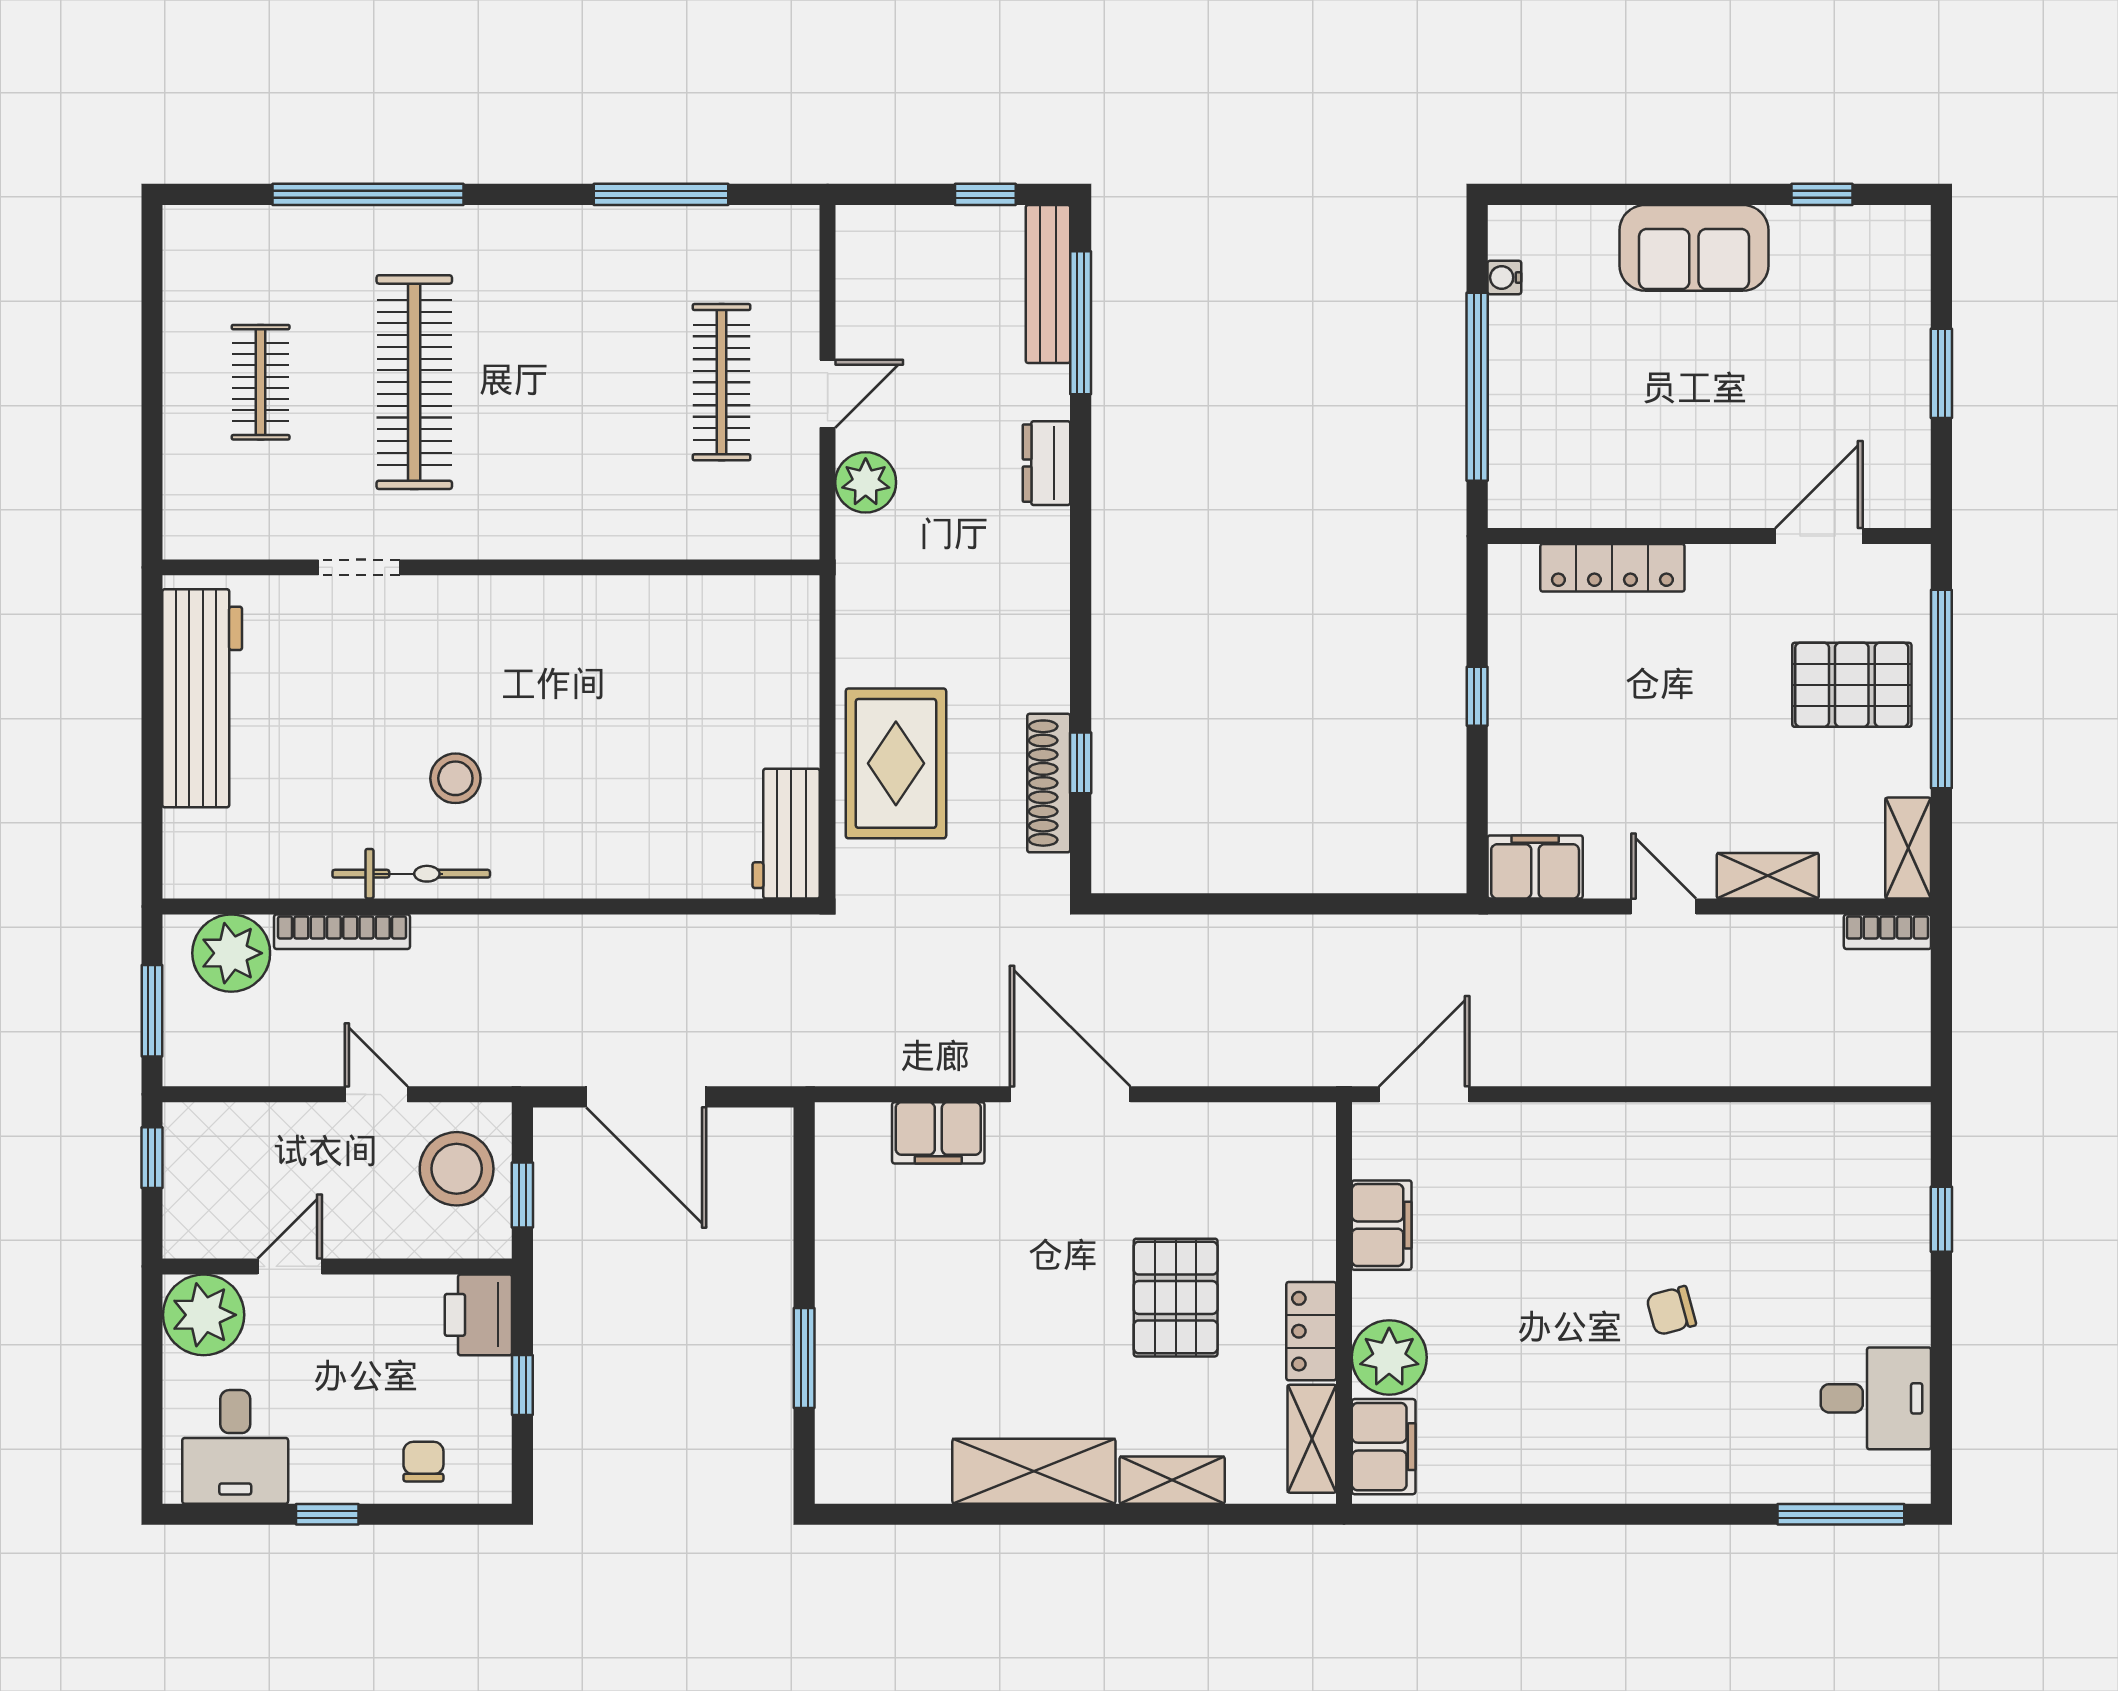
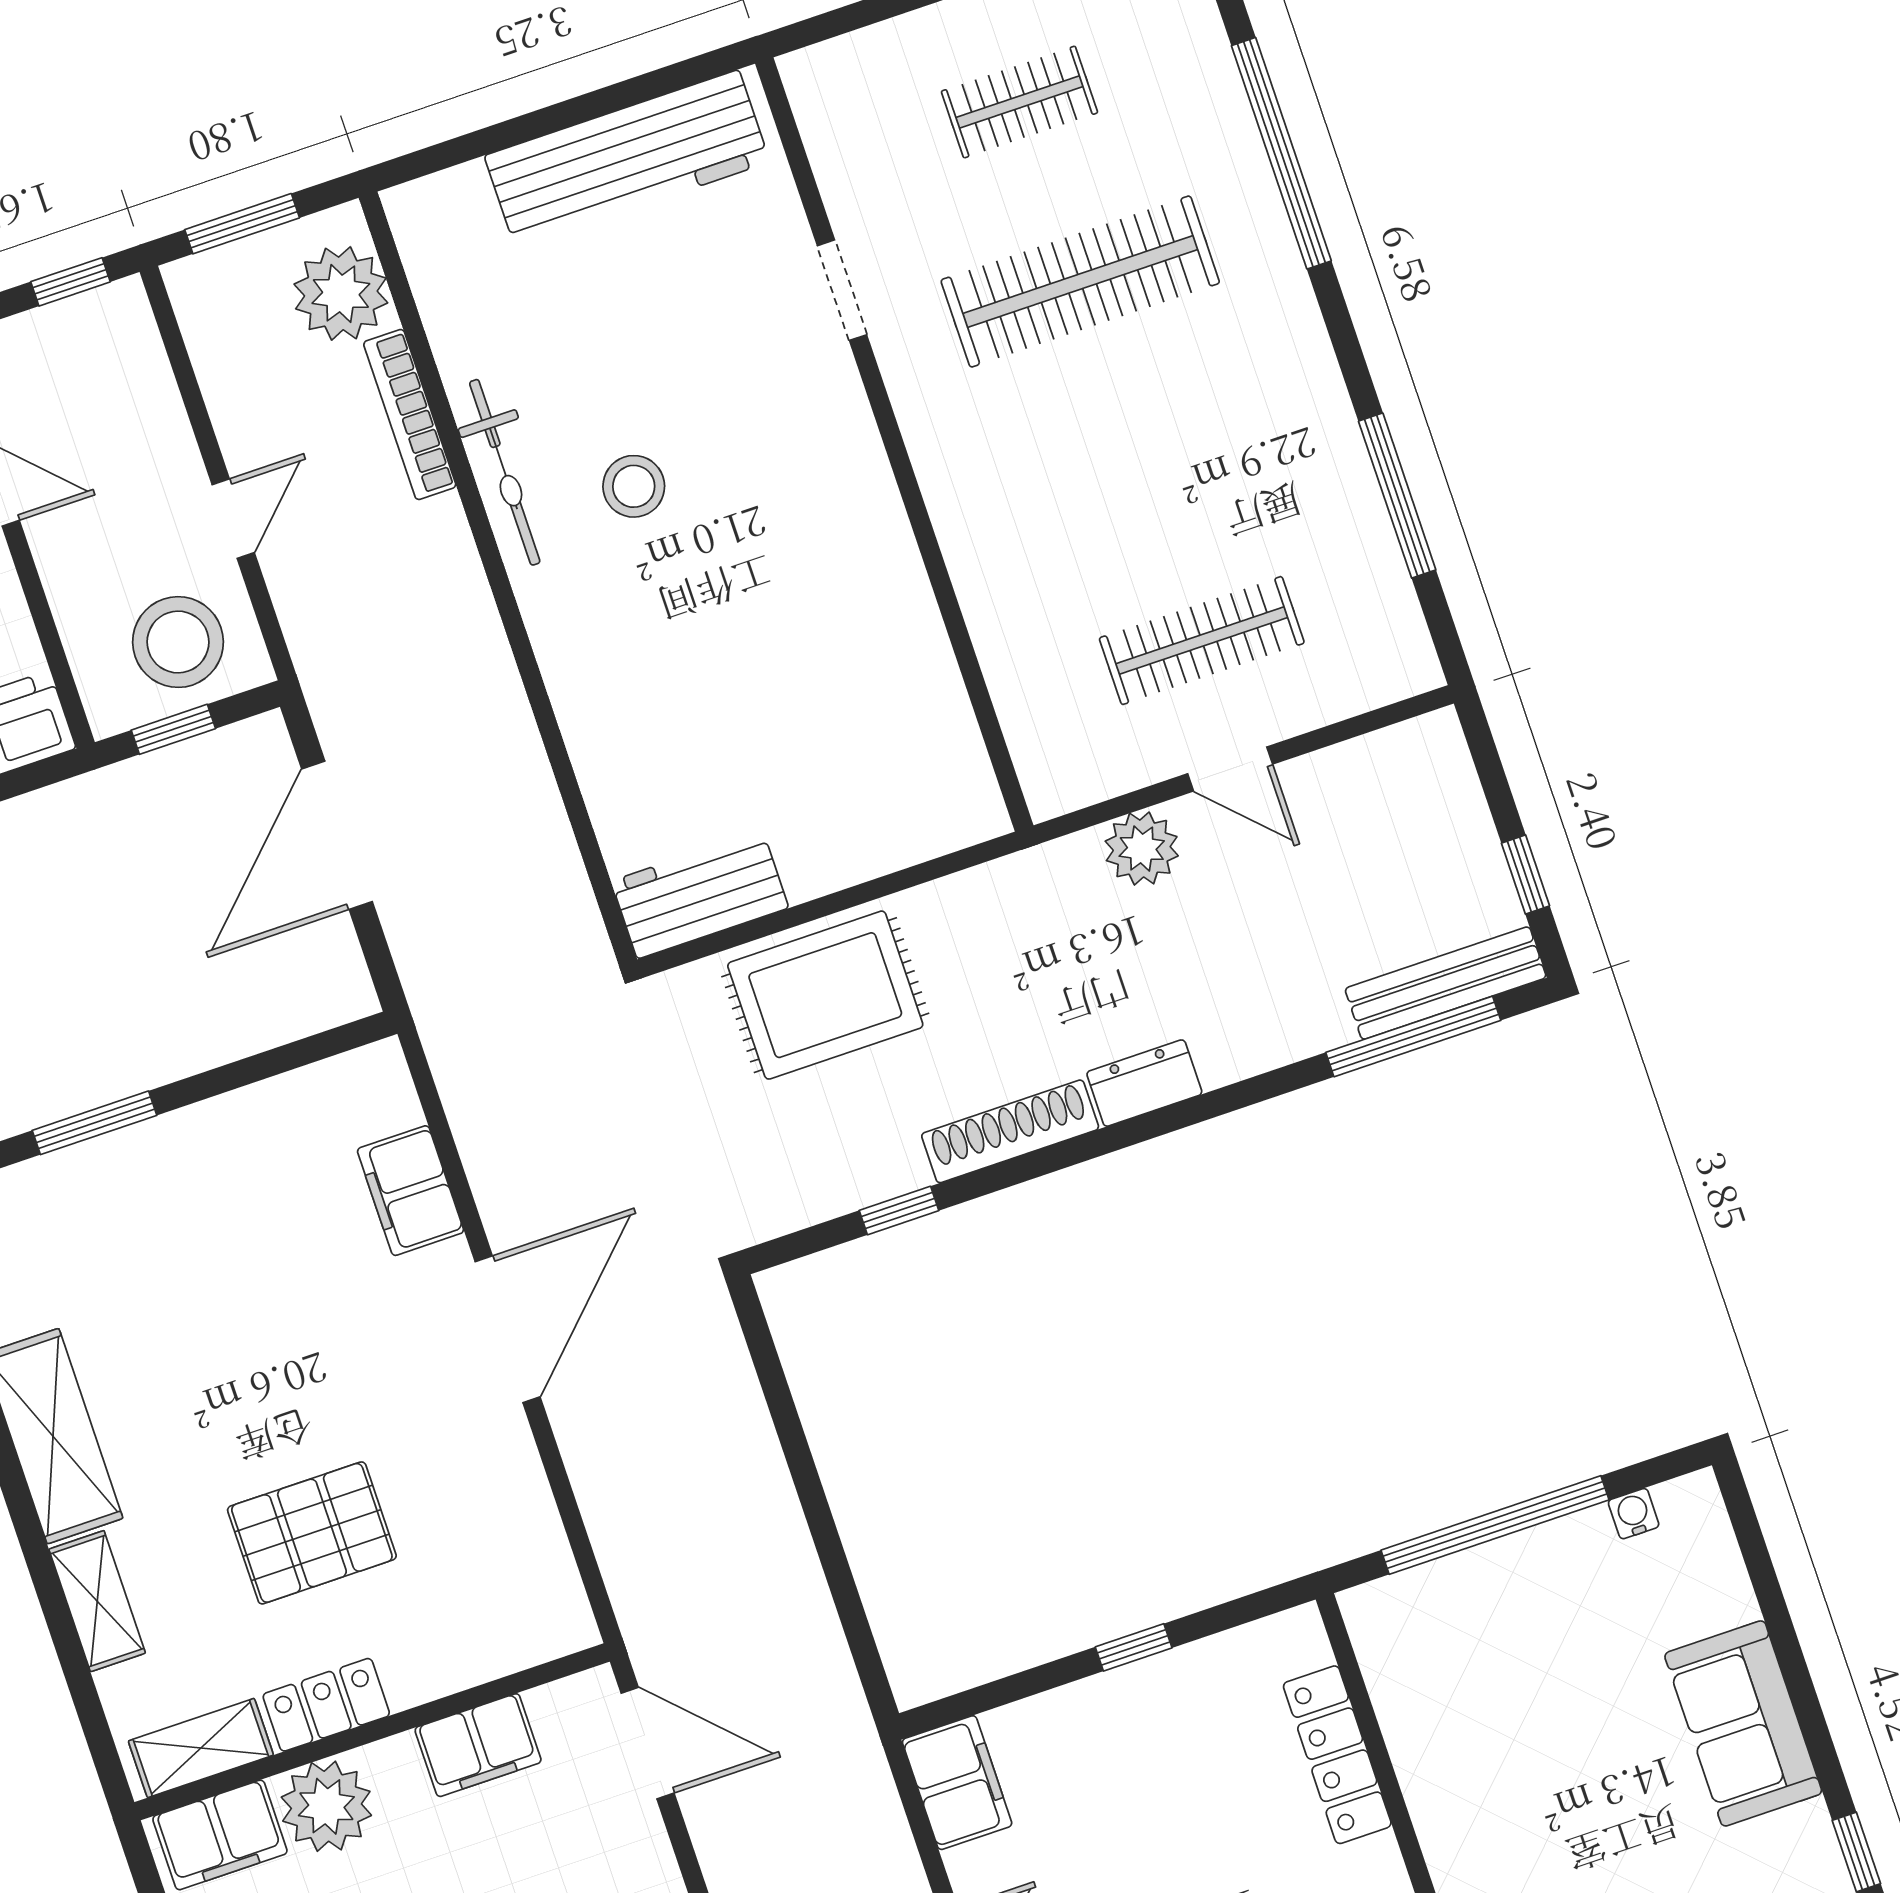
dresser: (1046, 463) -> (1144, 1083), moved
shoe rack: (1049, 783) -> (1010, 1131), moved

